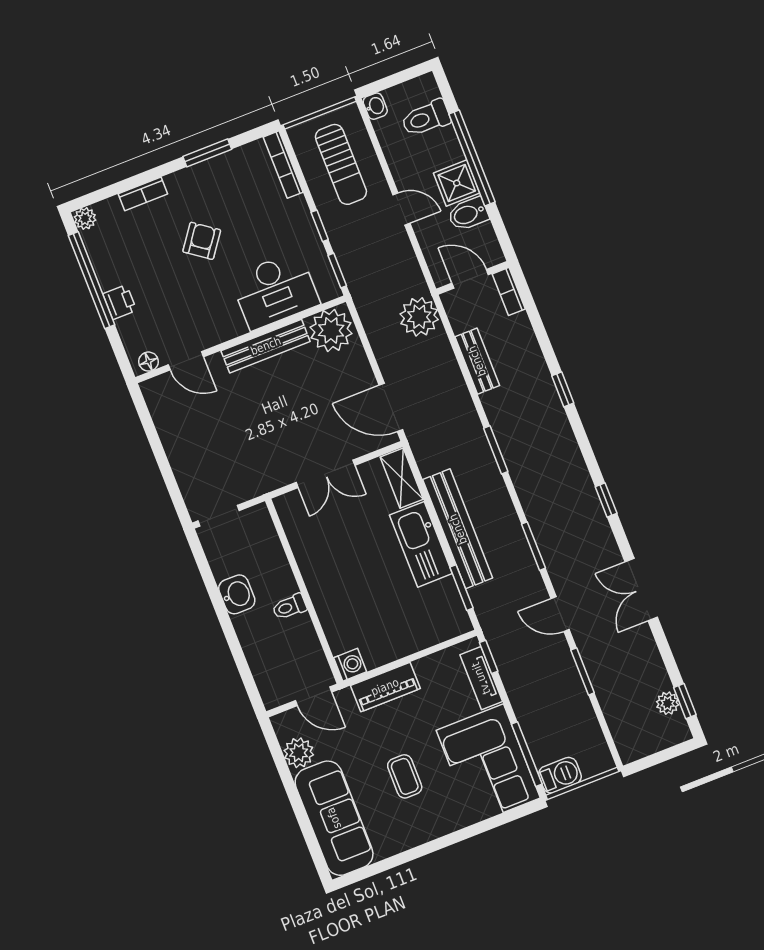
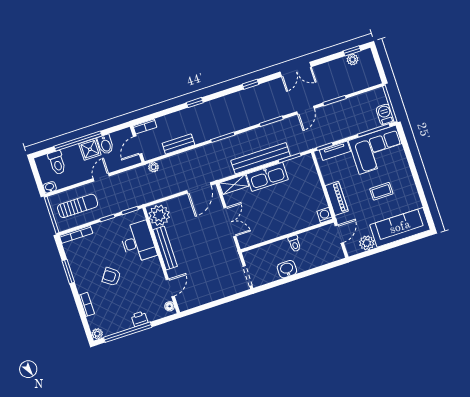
plant: (419, 317) -> (154, 167), width x0.53, depth x0.53

